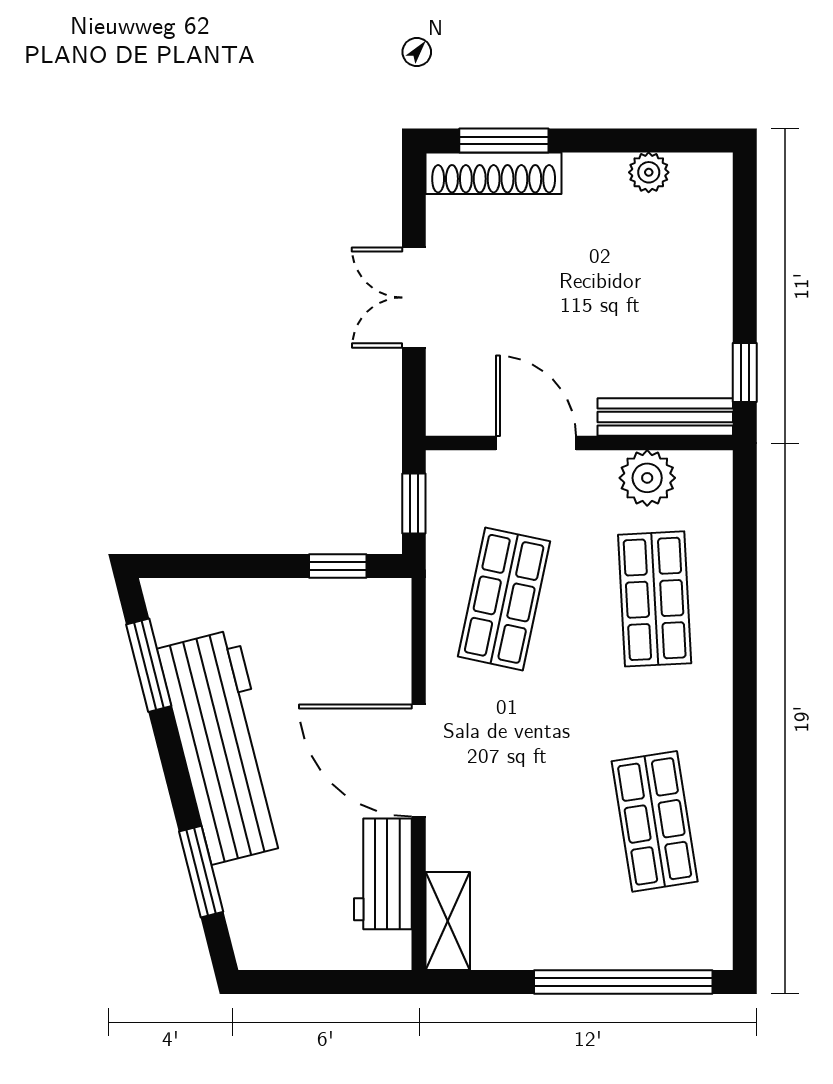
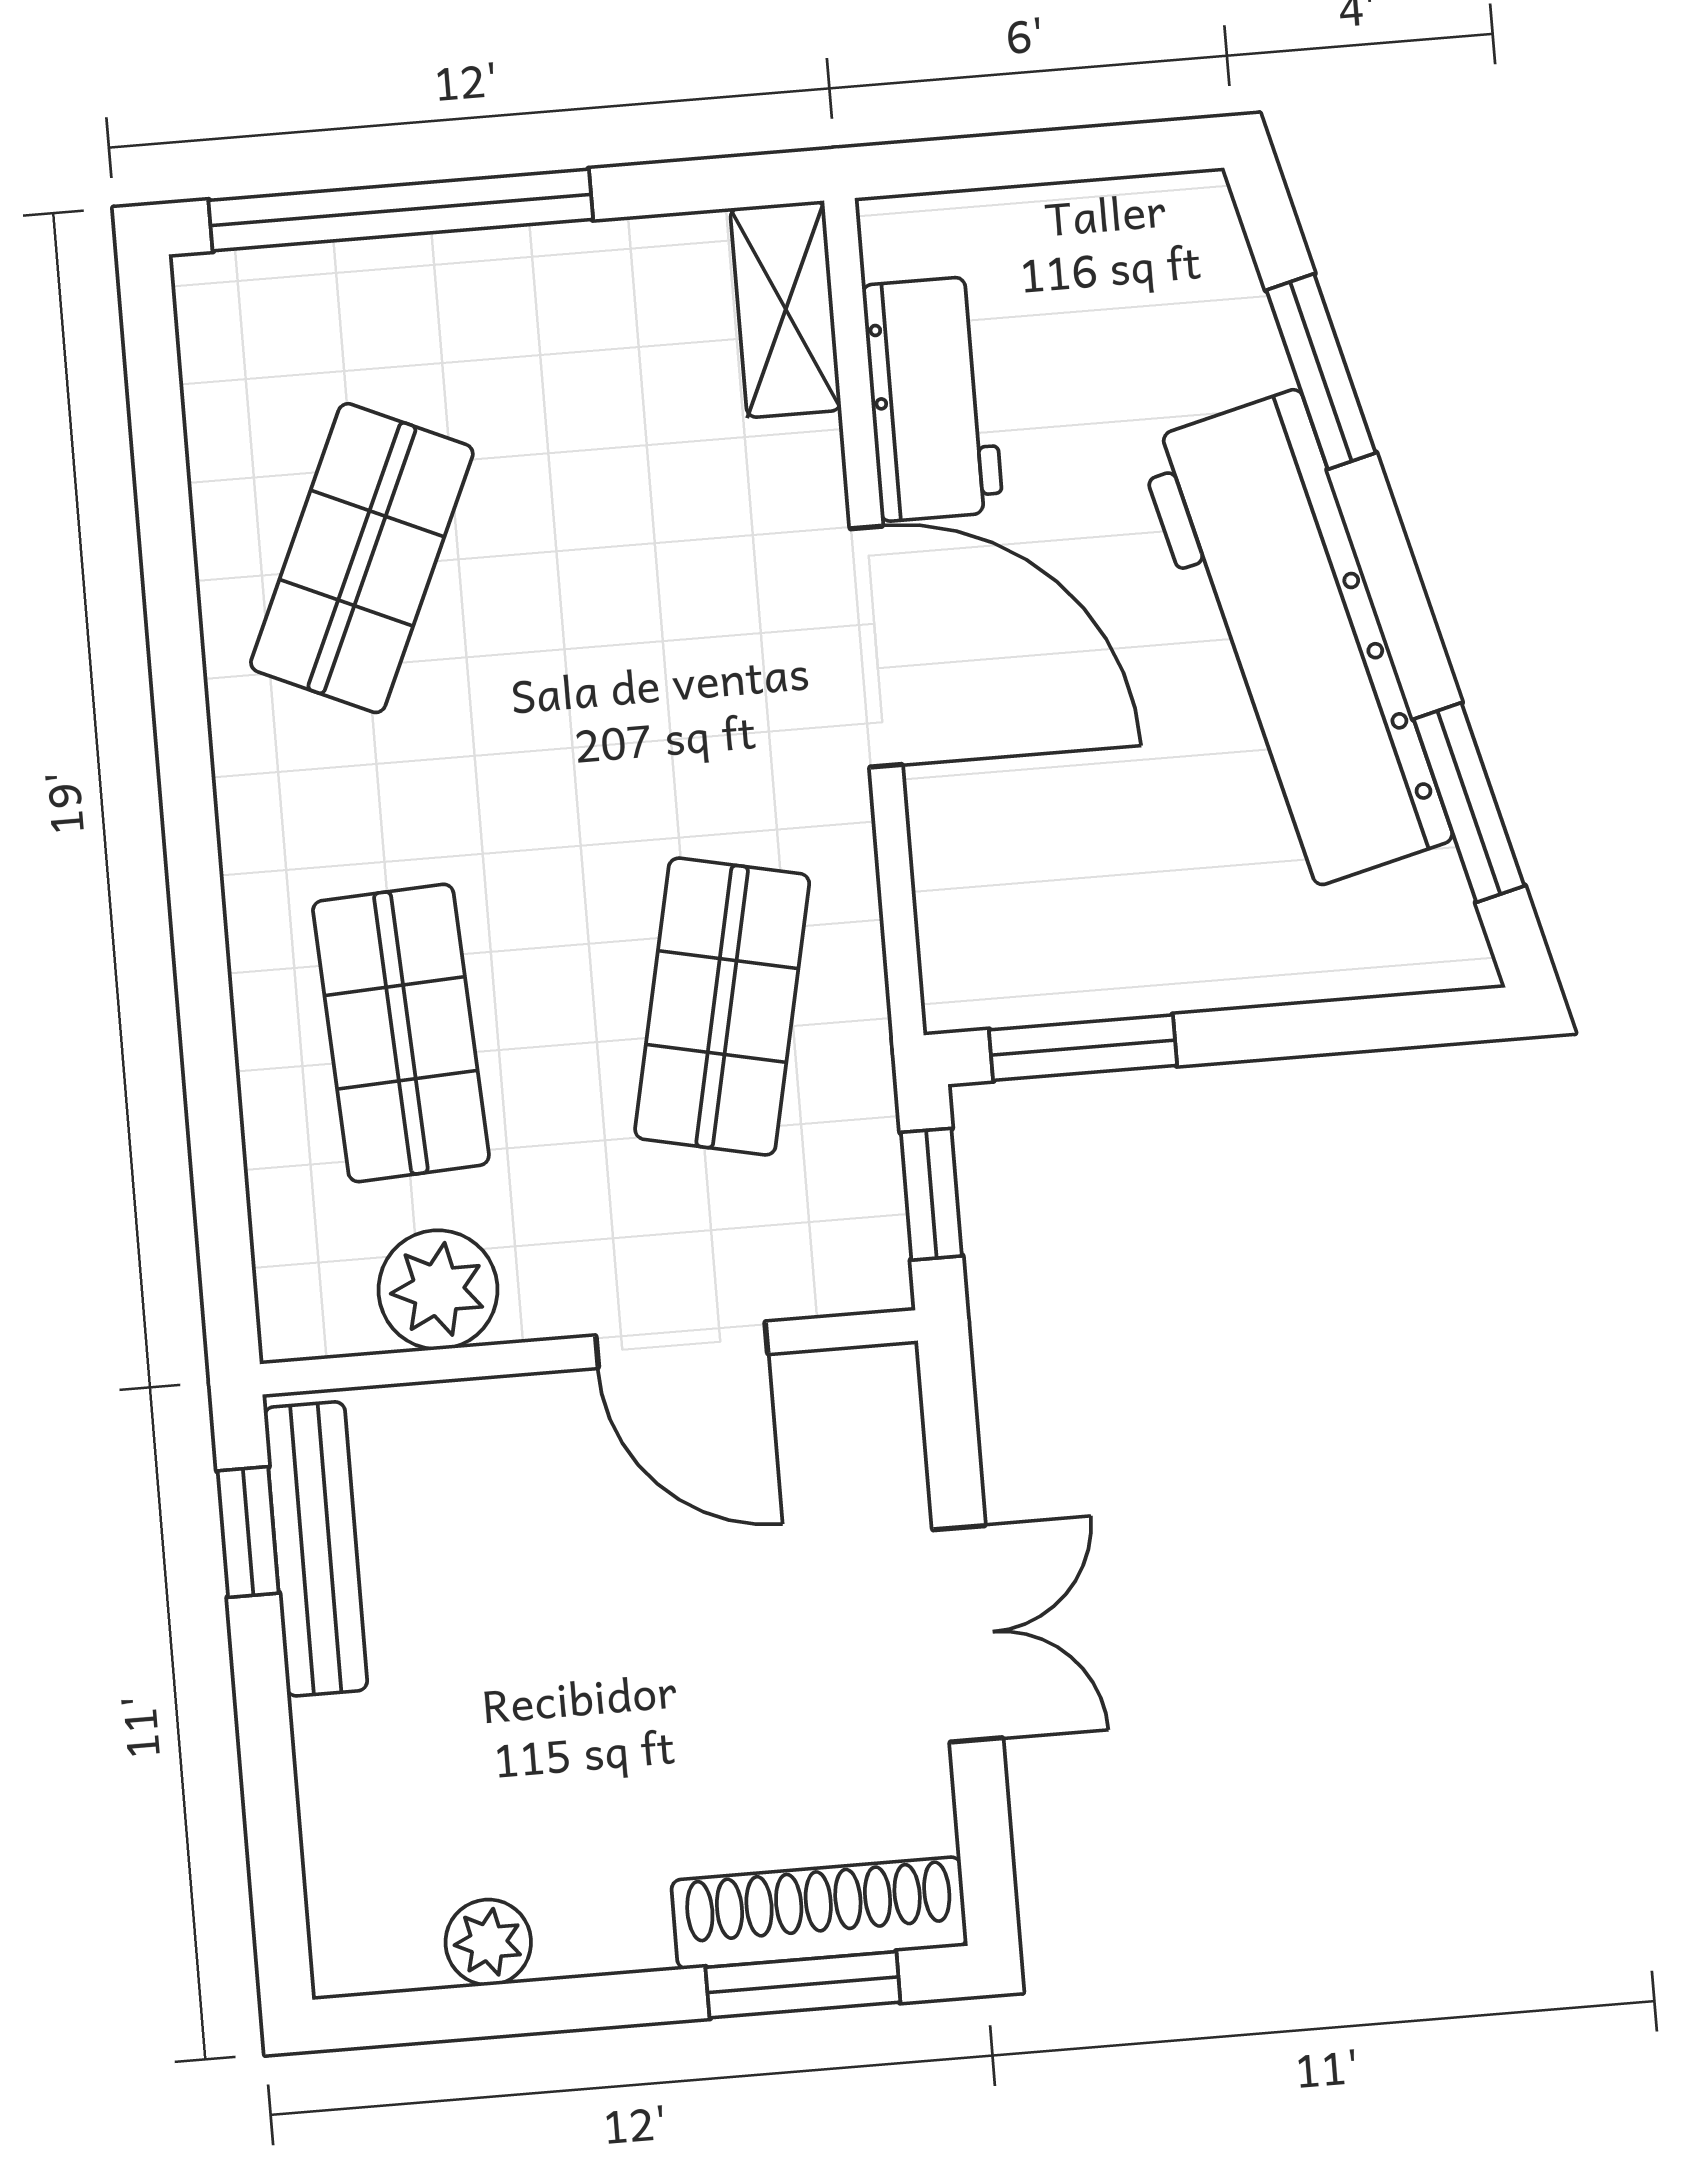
bench: (665, 417) -> (316, 1549), moved, turned 90
window: (338, 566) -> (1083, 1048), width x1.50
shop shelf: (655, 821) -> (362, 558), turned 33

